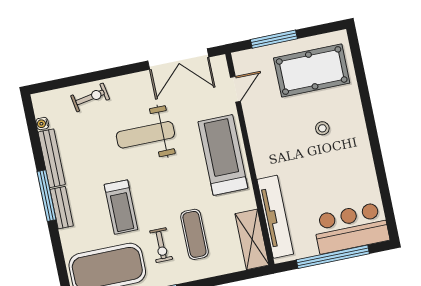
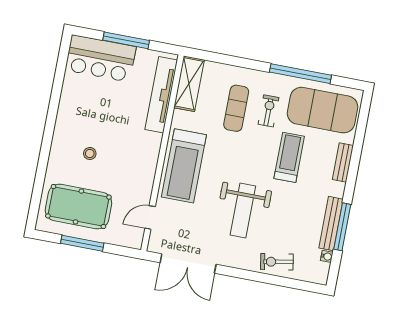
window: (274, 39) -> (82, 243), moved
double door: (178, 59) -> (188, 263), swing flipped
weight bench: (145, 135) -> (243, 210), turned 90
window: (47, 196) -> (342, 227), moved
bench: (62, 208) -> (343, 162), moved
window: (333, 257) -> (126, 40), width x0.68

